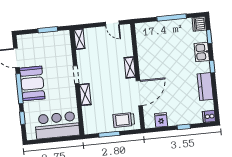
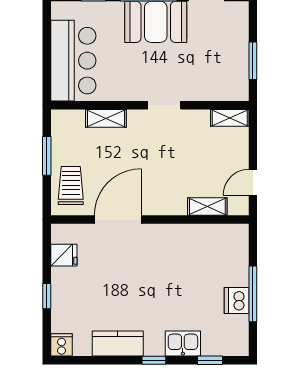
dishwasher: (199, 24) -> (237, 301), moved, turned -90
shelving: (130, 67) -> (207, 207), moved
door: (139, 93) -> (118, 219), swing flipped
shelving: (85, 95) -> (106, 118), moved

